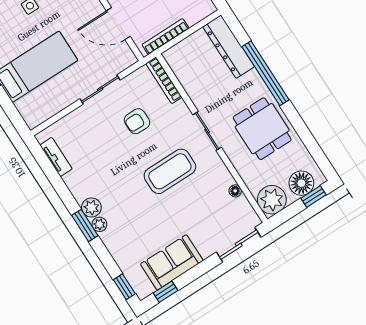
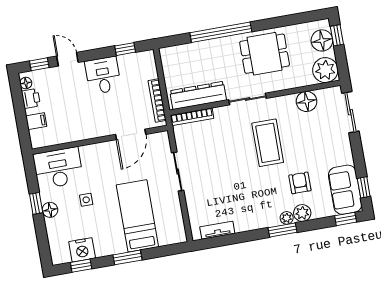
dresser: (229, 47) -> (198, 95), moved, turned 180
armchair: (137, 121) -> (300, 183), moved, turned 180
floor lamp: (235, 191) -> (307, 101), width x1.89, depth x1.89
plant: (91, 208) -> (302, 213), moved
sofa: (172, 262) -> (345, 190), moved

